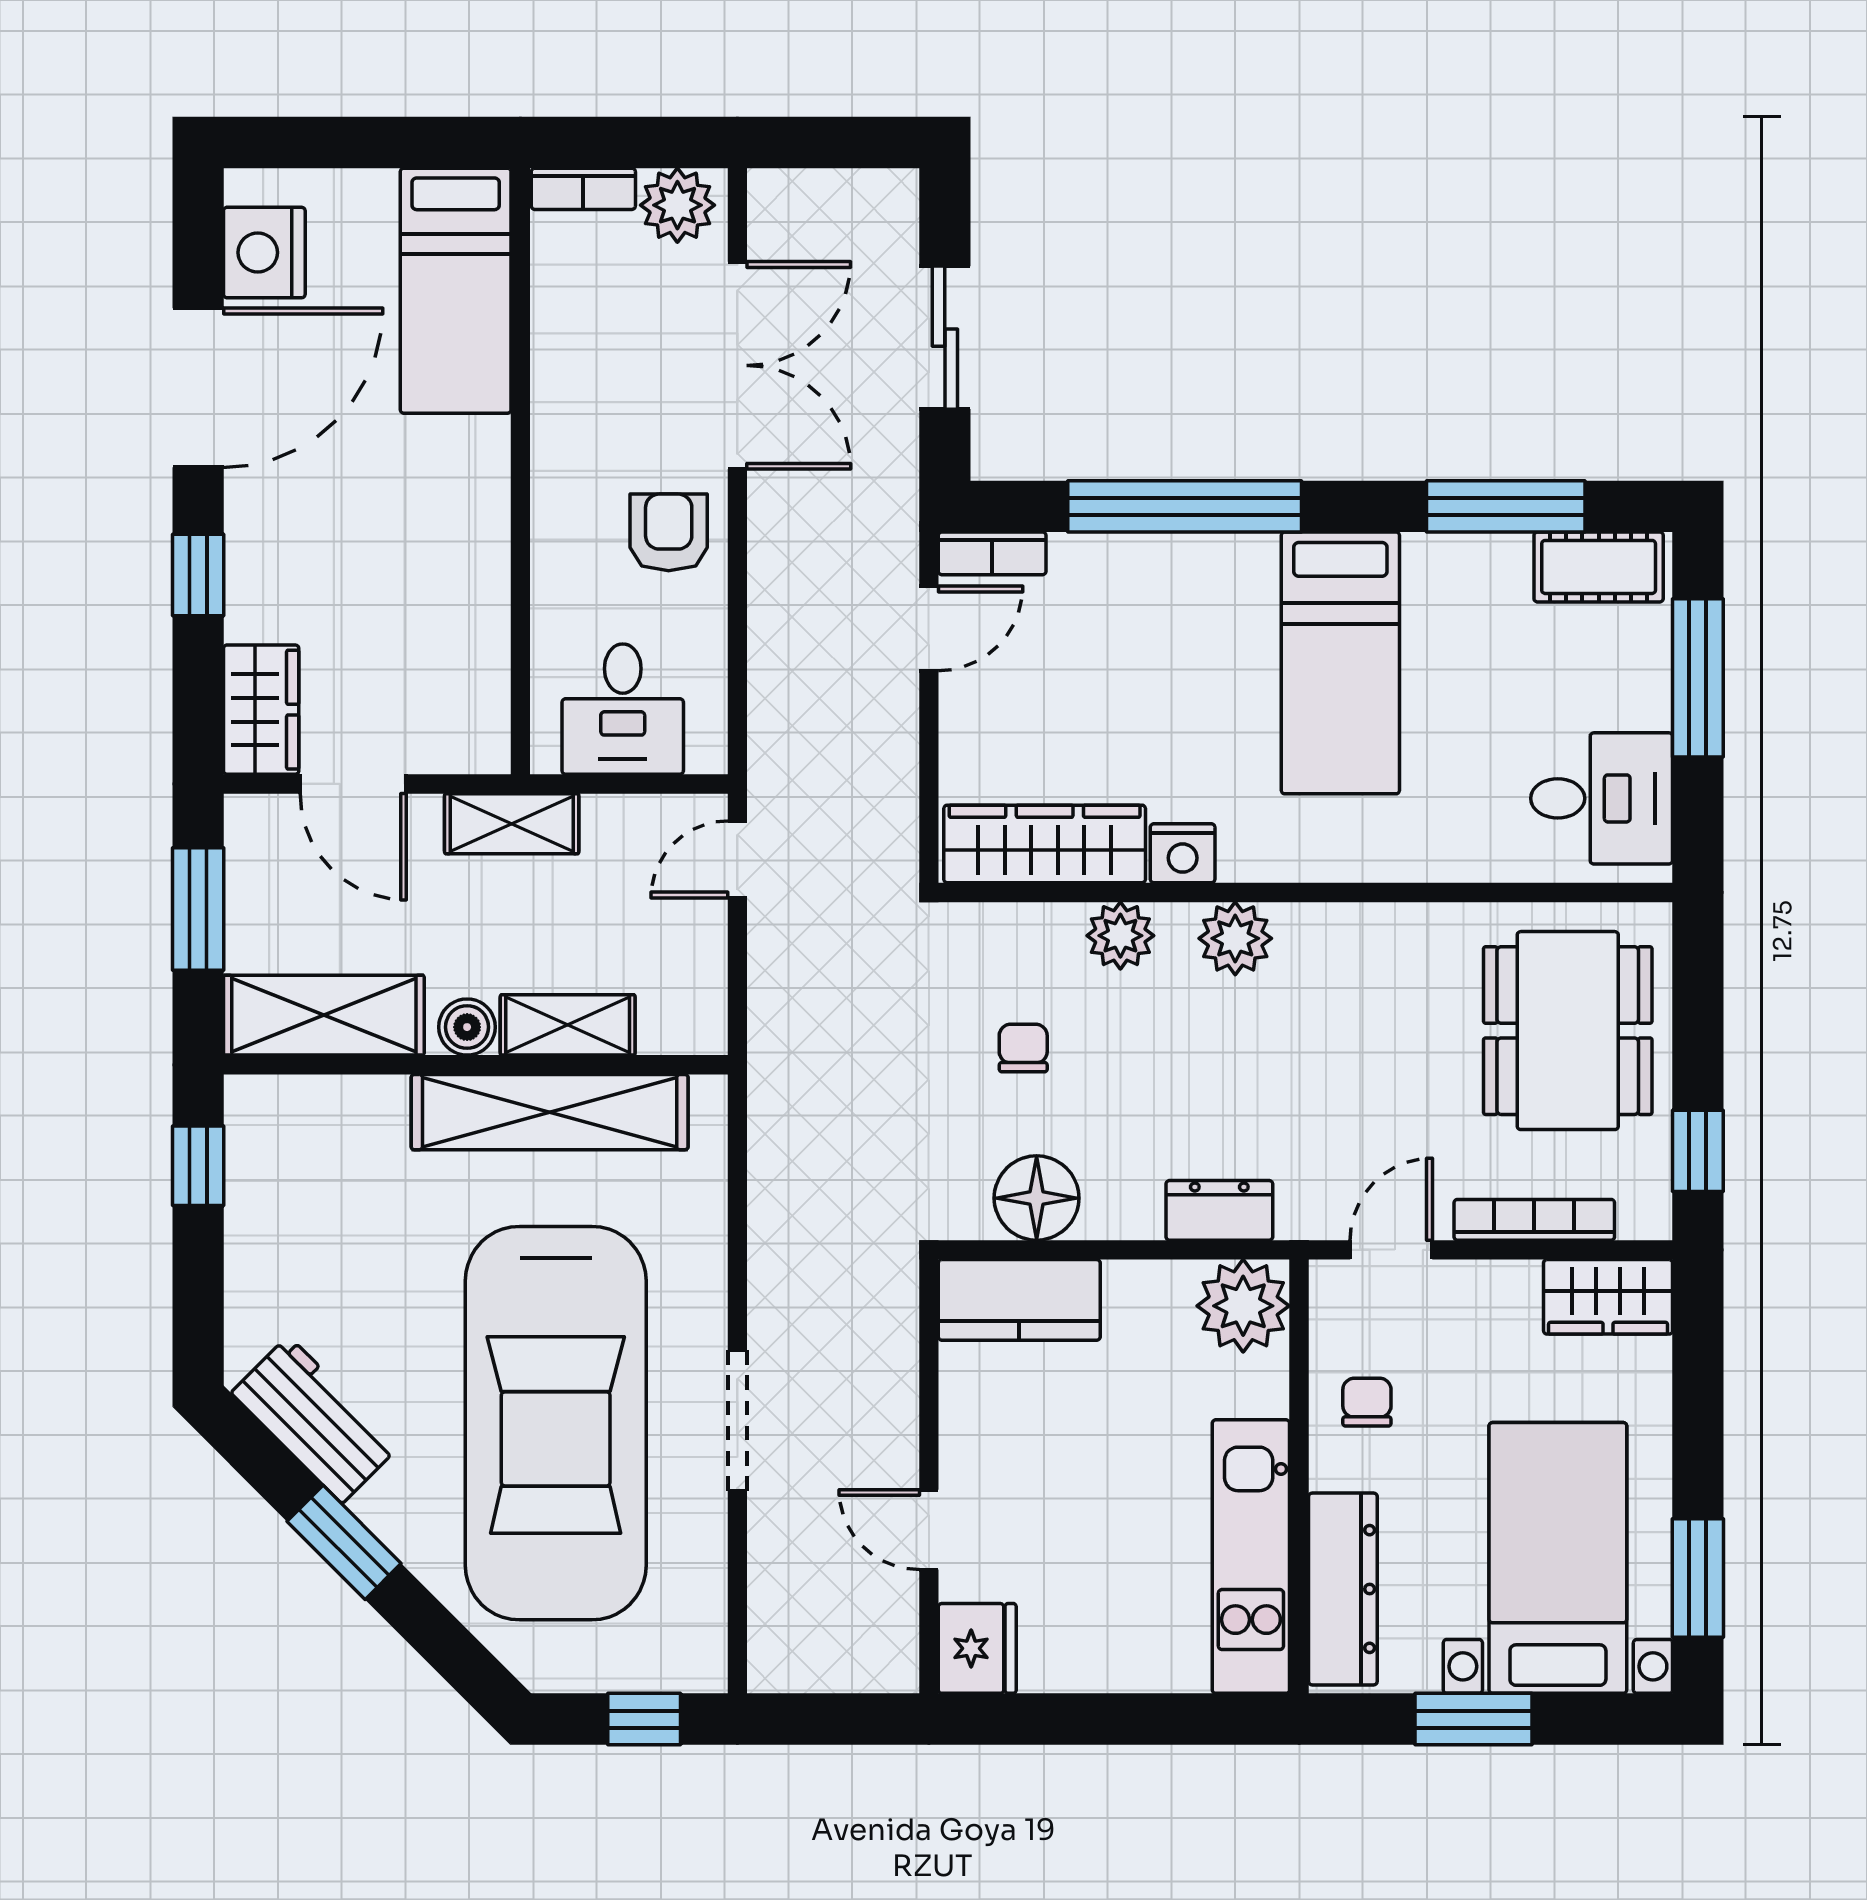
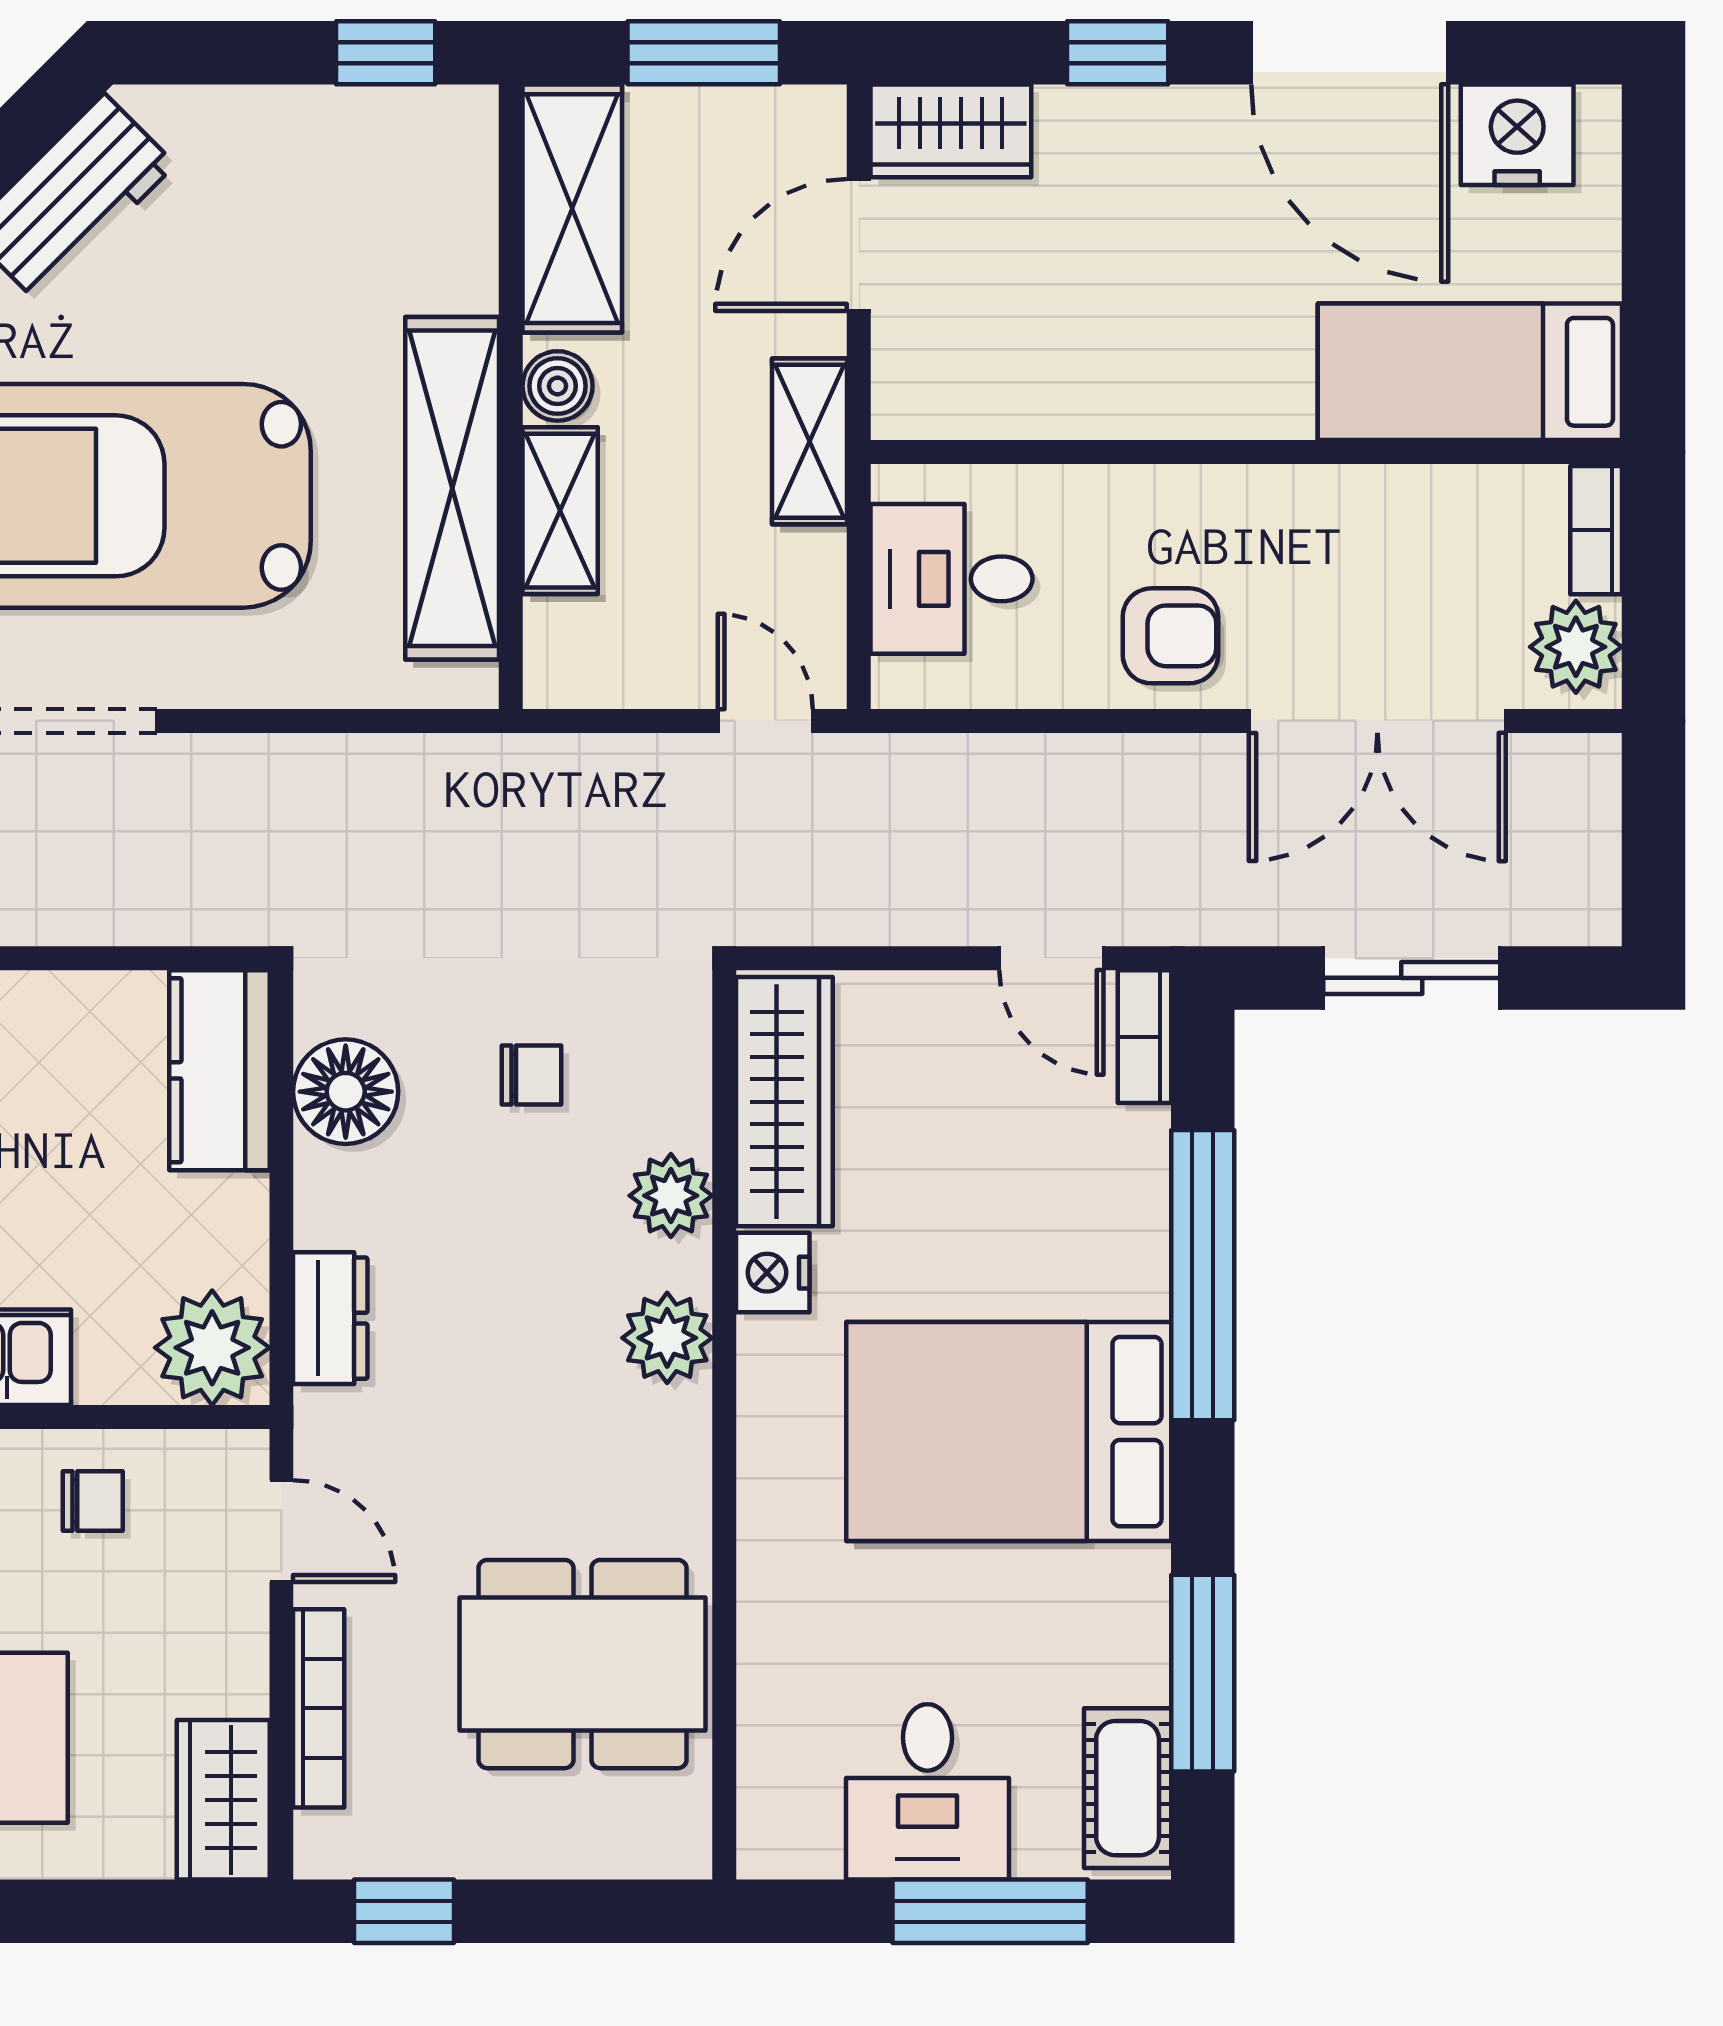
bed: (1340, 663) -> (1009, 1432), width x1.50
desk: (1602, 798) -> (927, 1792), moved
dining table: (1568, 1031) -> (583, 1664), moved

